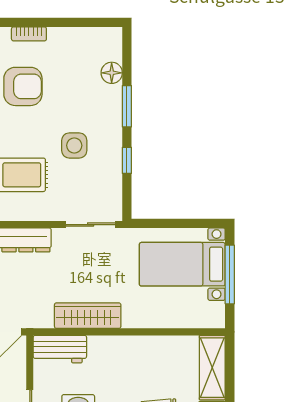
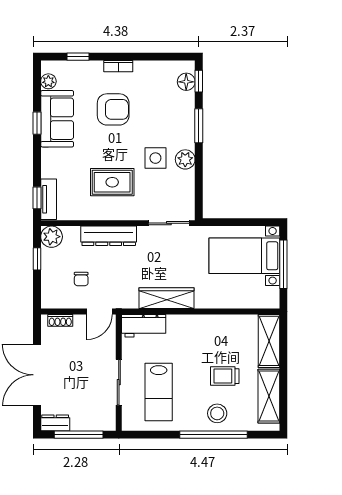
floor lamp: (112, 73) -> (186, 82), moved
plant: (110, 147) -> (185, 159), added
window: (127, 160) -> (199, 81), moved

